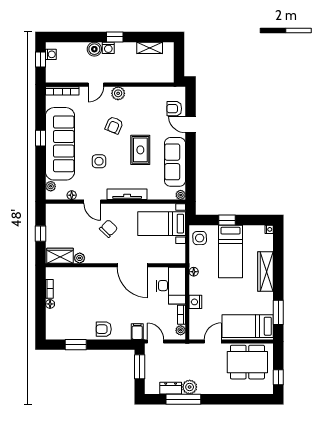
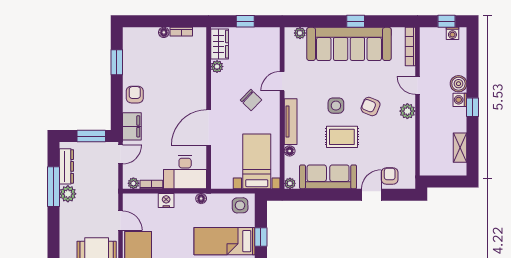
side table: (99, 161) -> (336, 106), moved
floor lamp: (72, 195) -> (290, 151), moved
filing cabinet: (137, 332) -> (132, 126), width x2.00
dresser: (171, 388) -> (66, 166), width x1.44

